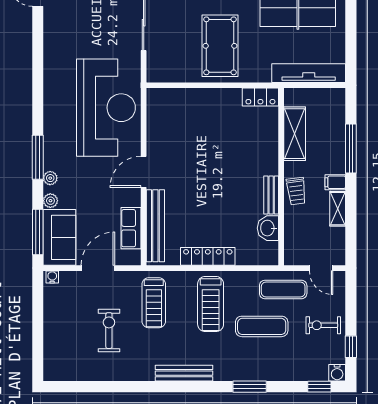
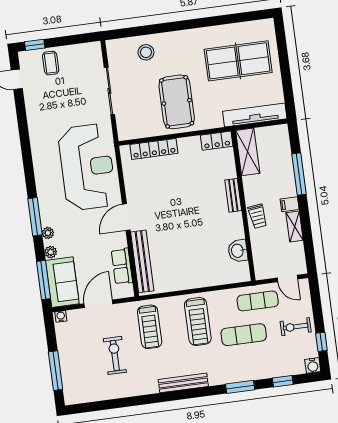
shelving: (295, 134) -> (248, 152), moved
bench: (271, 195) -> (233, 195), moved
locker: (208, 256) -> (154, 149), moved, turned 180
window: (38, 339) -> (56, 371), added
window: (319, 387) -> (283, 381), moved

